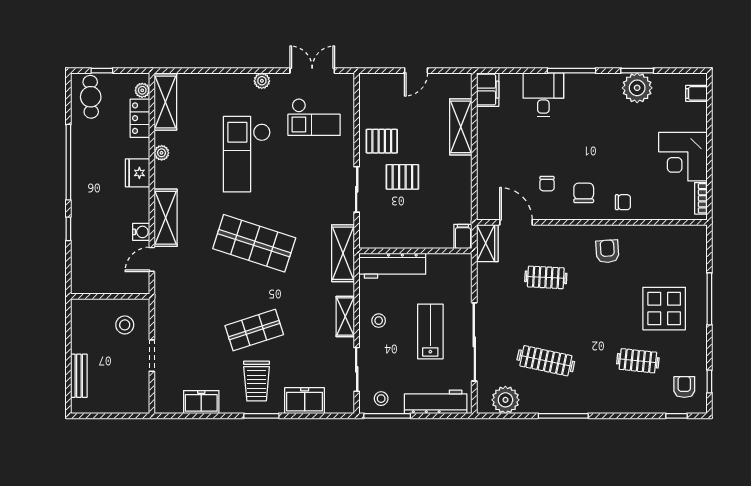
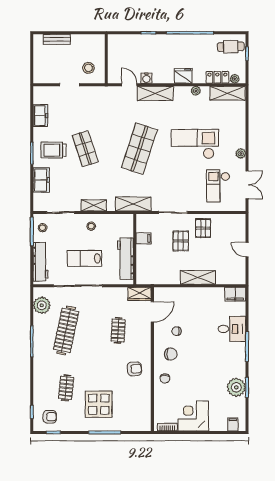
shelving: (461, 127) -> (198, 277), moved
filing cabinet: (463, 236) -> (144, 238), moved
workbench: (392, 266) -> (125, 259), moved
lab bench: (430, 331) -> (84, 258), turned 180
clothes rail: (546, 361) -> (66, 330), width x1.37, depth x1.31

